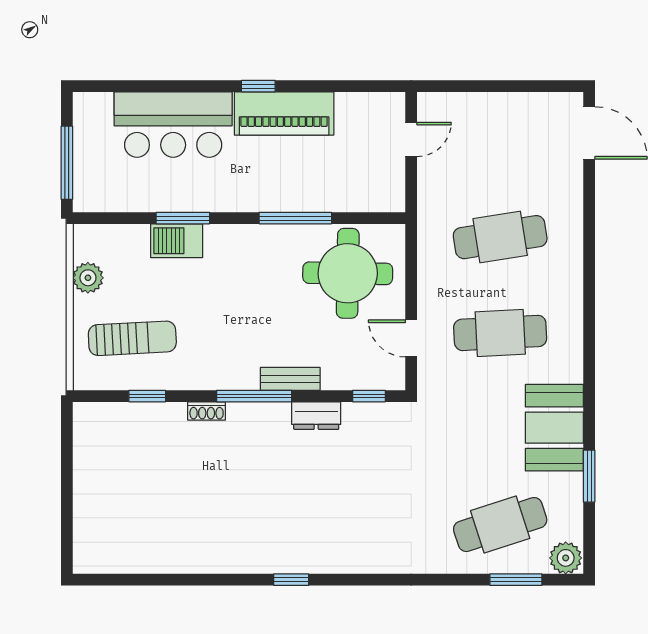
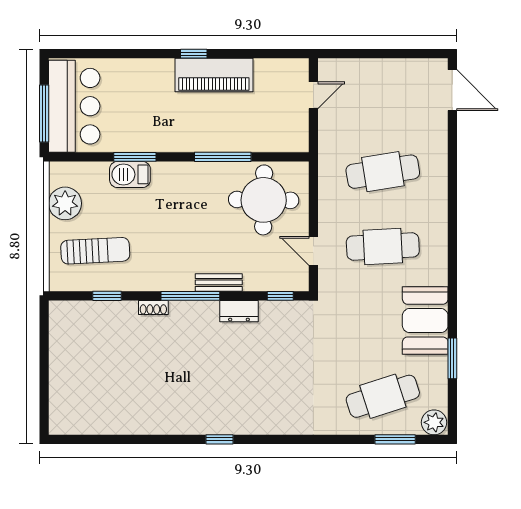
bar counter: (173, 125) -> (74, 106), moved, turned -90
plant: (88, 278) -> (65, 203), width x1.36, depth x1.36

